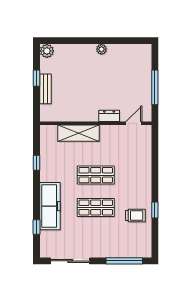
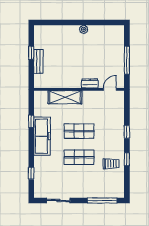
plant: (47, 51) -> (39, 31), removed
window: (155, 176) -> (127, 132), added
freezer: (50, 206) -> (42, 136), moved
sliding door: (70, 261) -> (58, 200), width x0.73

